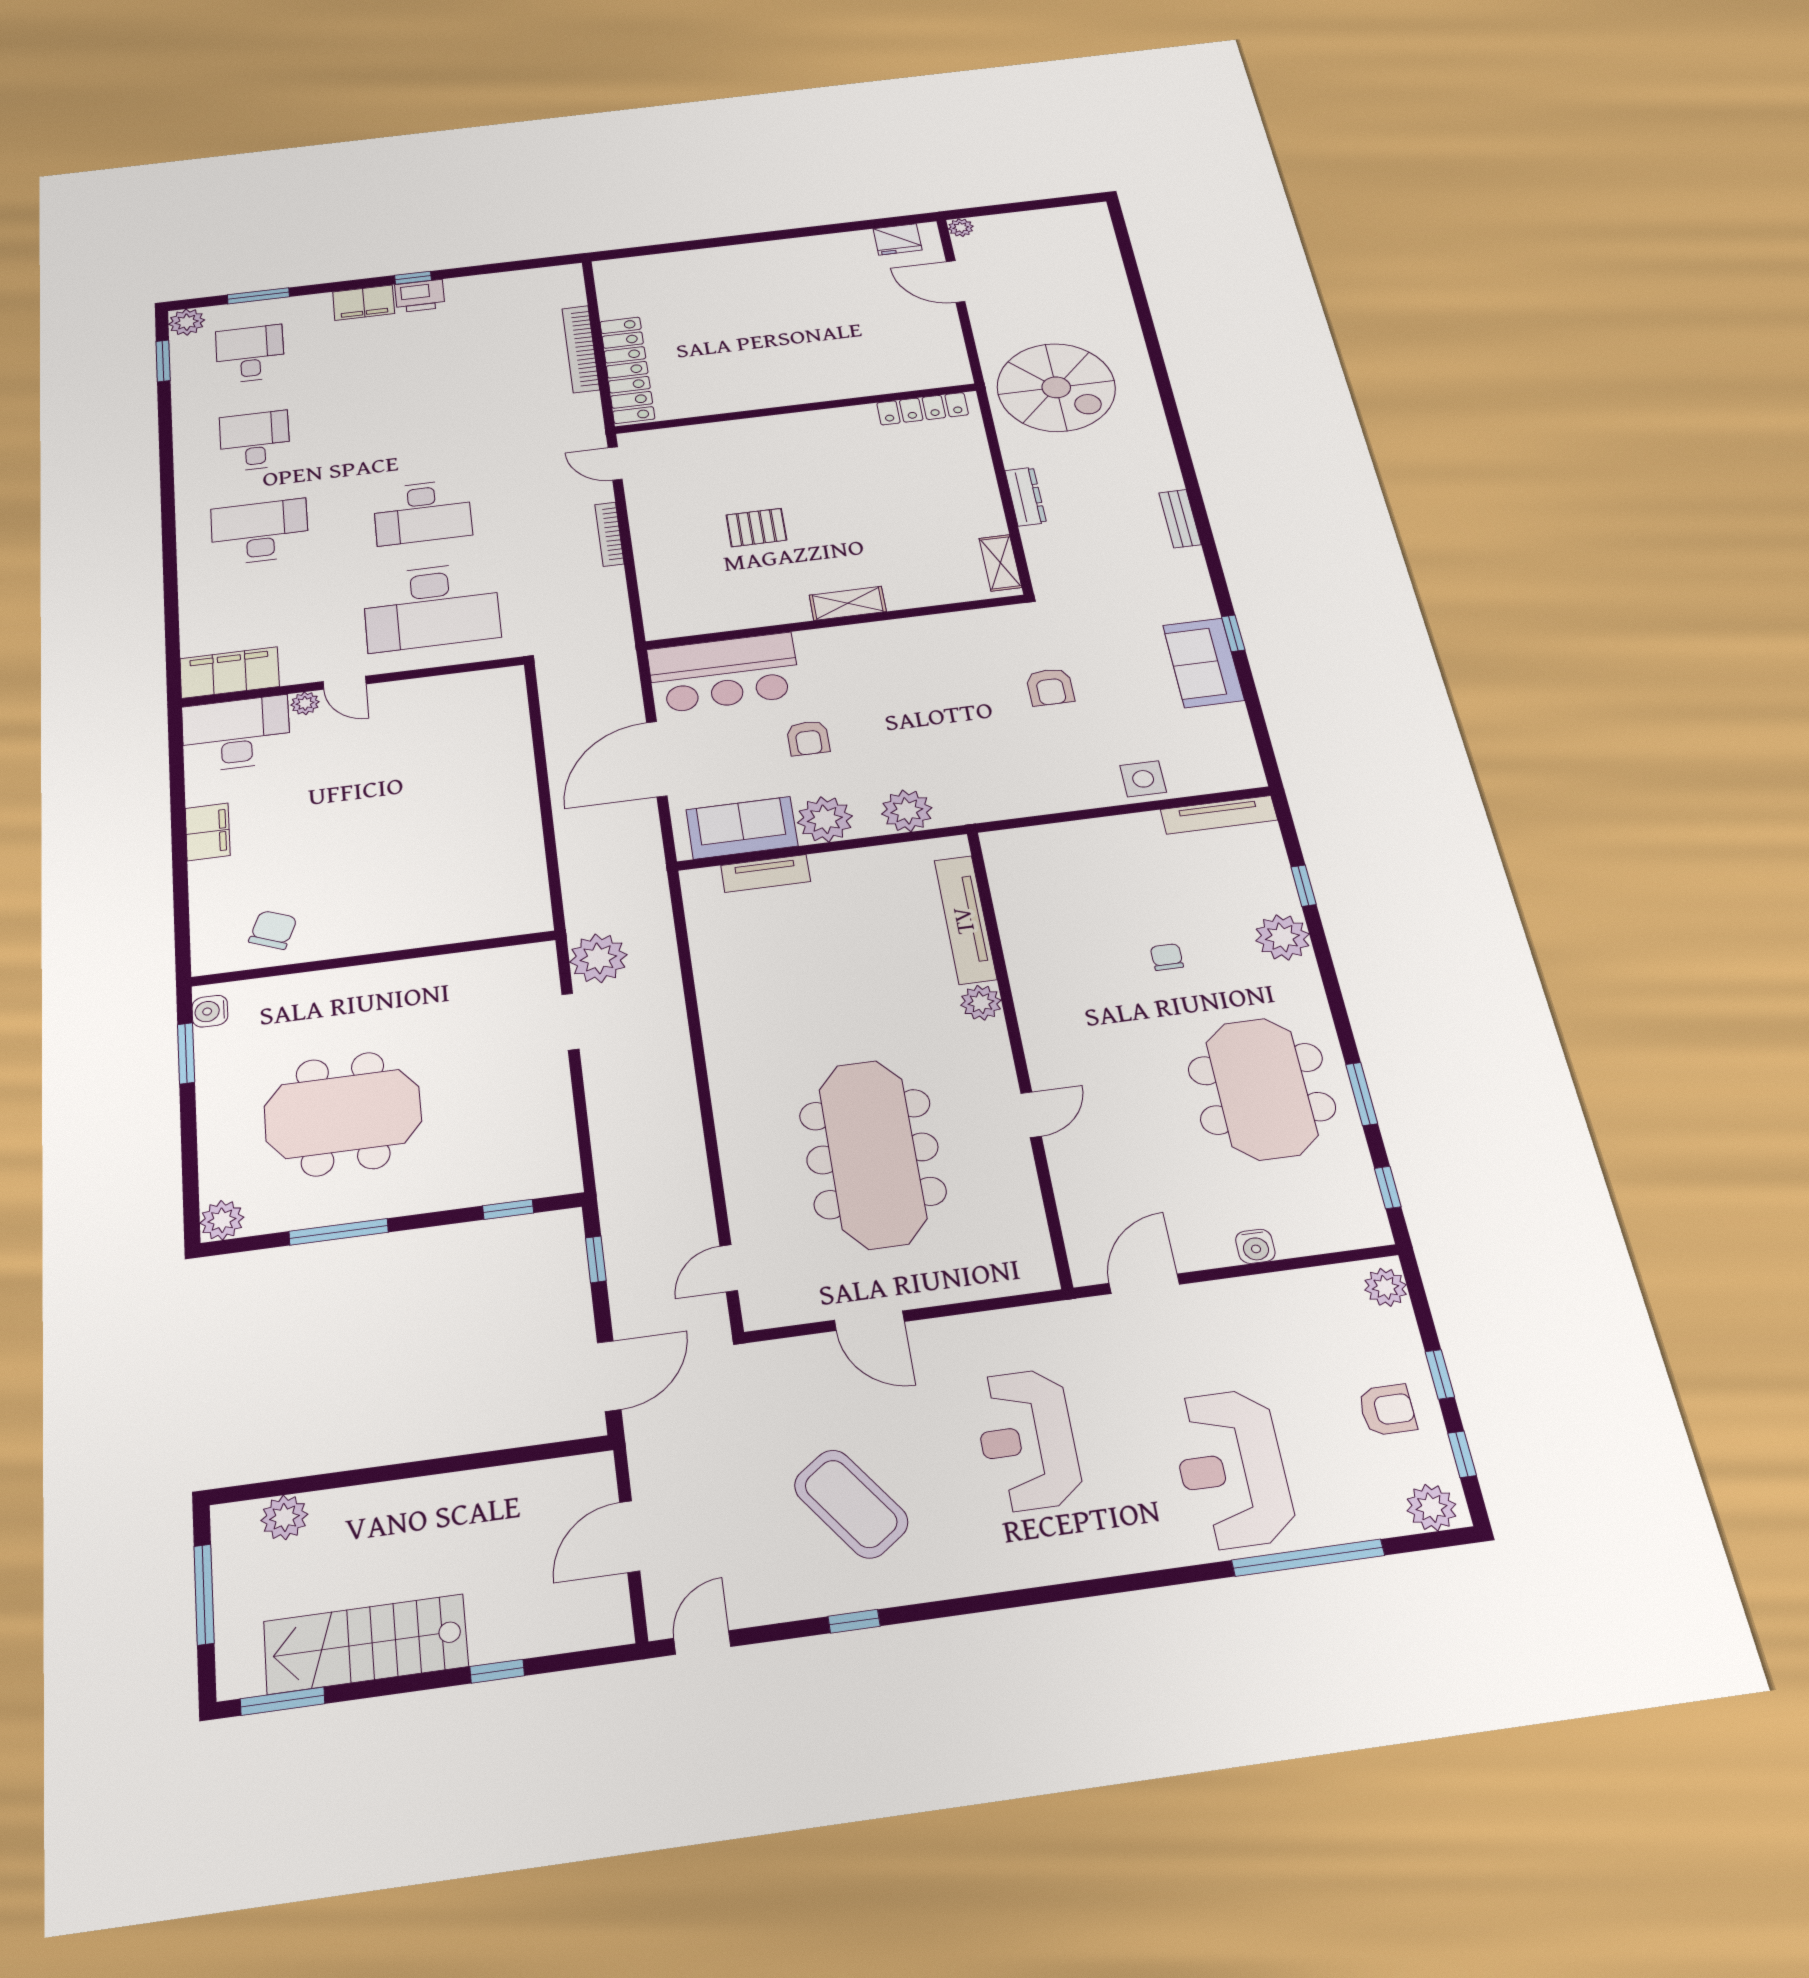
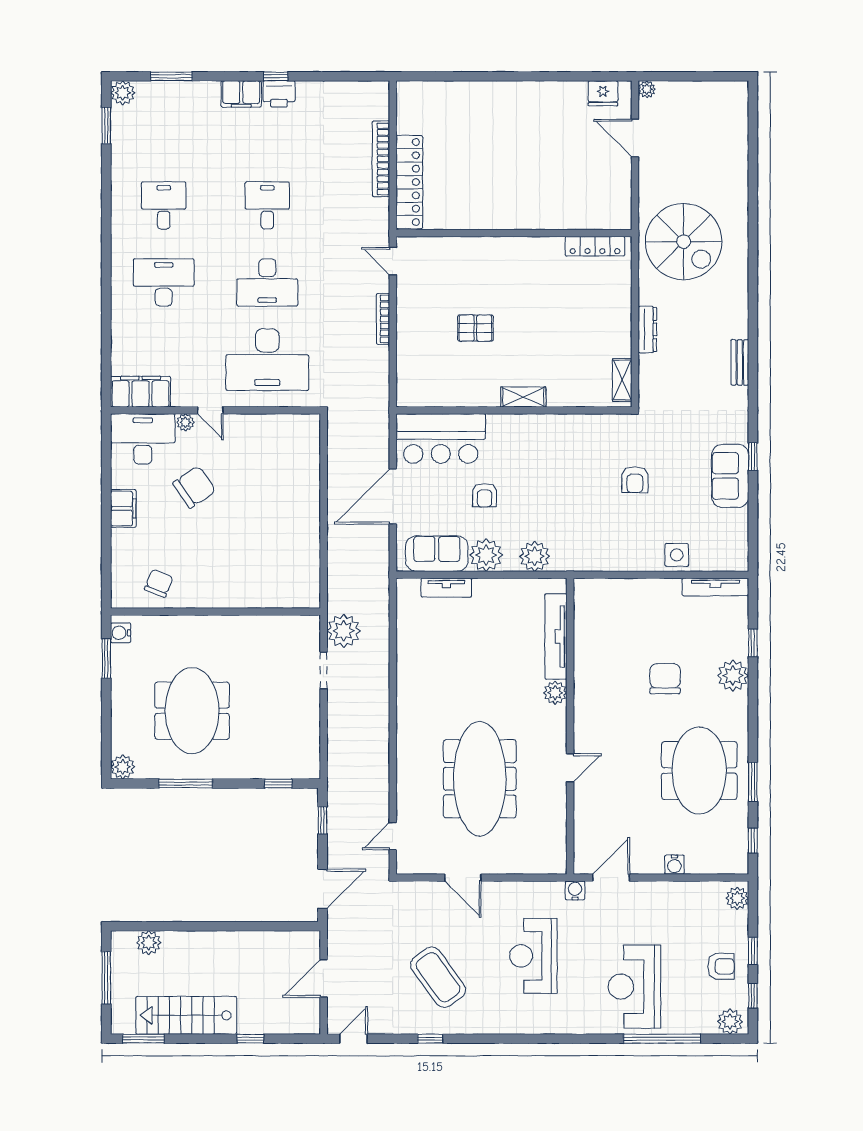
desk: (250, 354) -> (267, 205), moved
chair: (325, 788) -> (194, 487), added
chair: (1167, 957) -> (665, 679), width x1.87, depth x1.87
meeting table: (343, 1114) -> (192, 711), turned 90
water cooler: (1082, 1315) -> (575, 890), added

